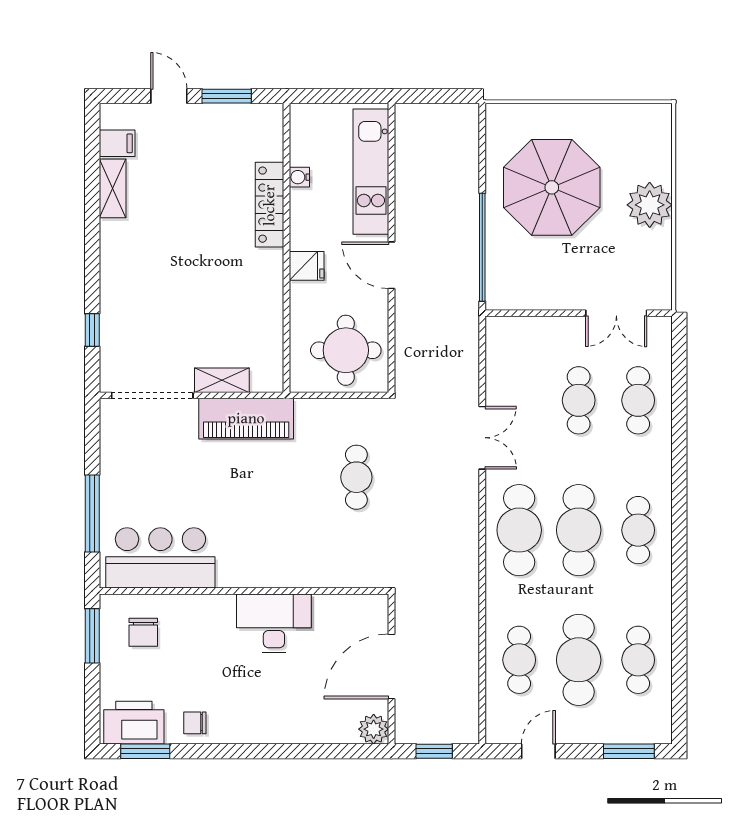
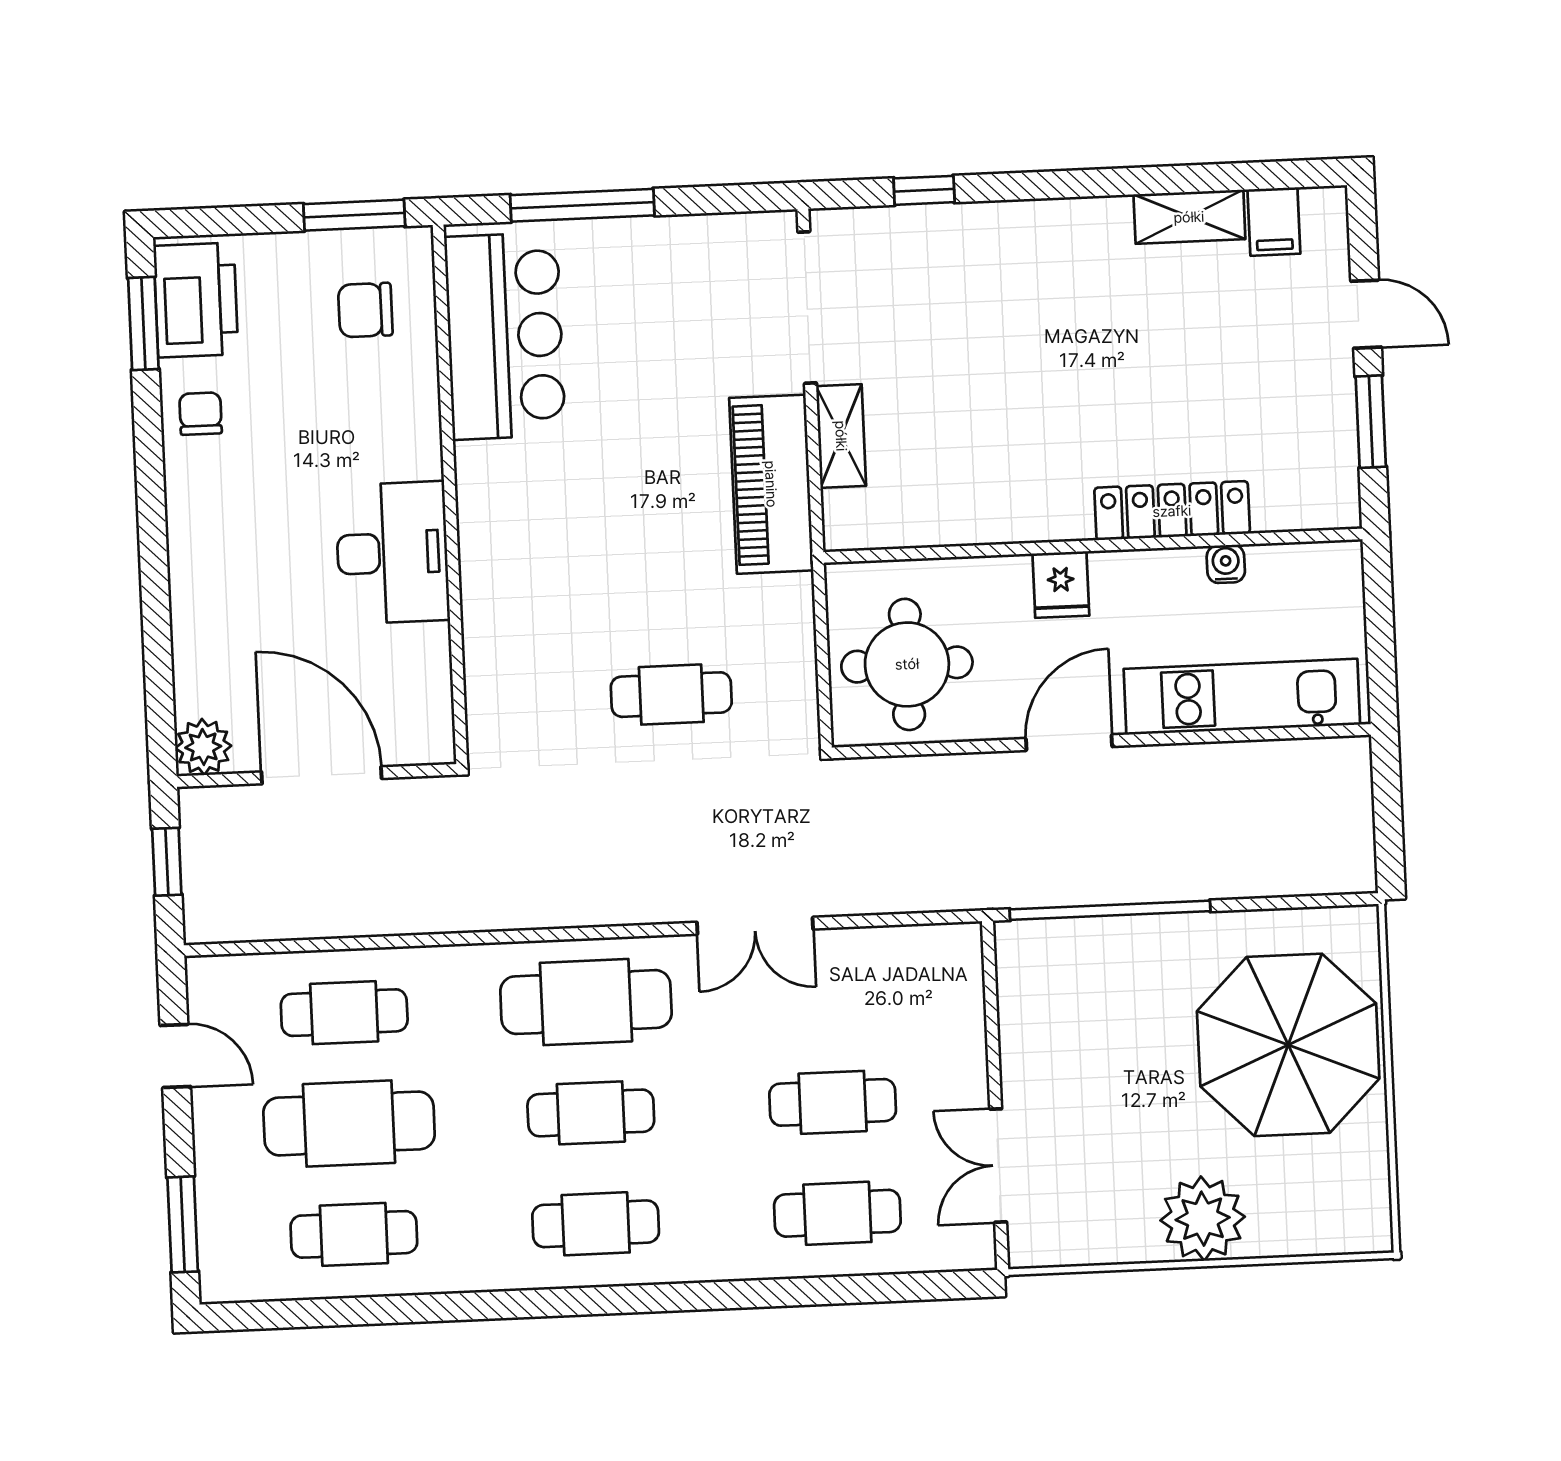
door: (169, 96) -> (1366, 314), hinge flipped
parasol: (552, 187) -> (1288, 1045), moved
cafe table: (579, 530) -> (591, 1113), width x0.73, depth x0.74

